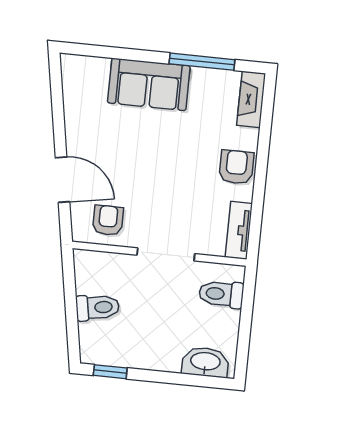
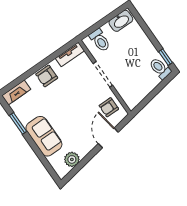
window: (202, 62) -> (18, 123), width x0.69
plant: (77, 96) -> (72, 159), added
toilet: (98, 307) -> (160, 68), moved
washbasin: (205, 362) -> (121, 21), moved, turned -90

